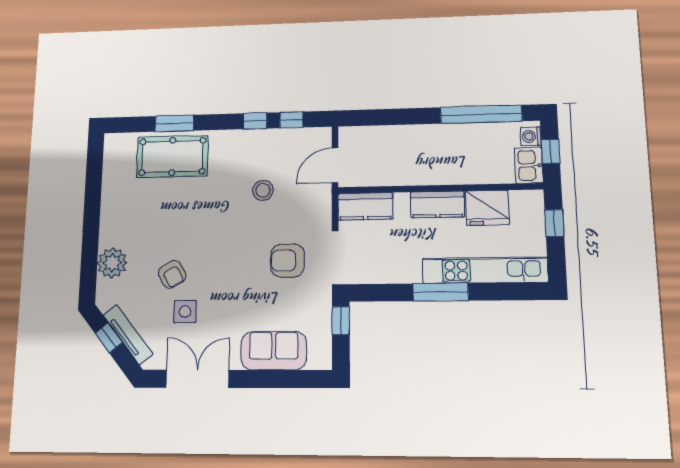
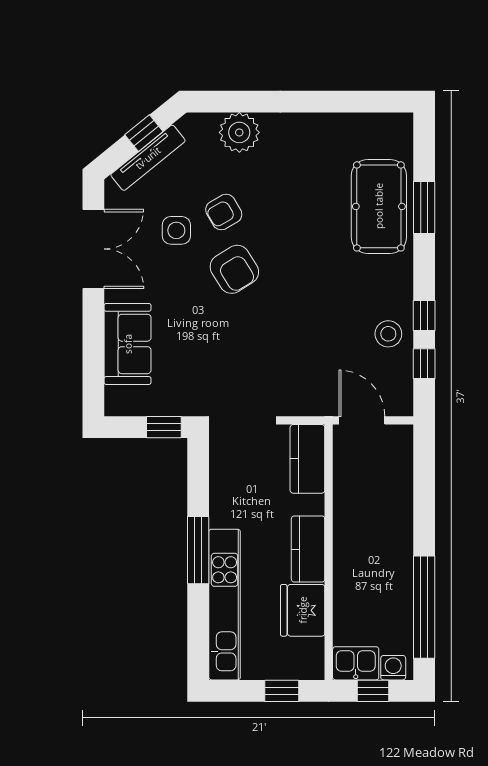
stool: (263, 190) -> (388, 334), moved
armchair: (288, 261) -> (234, 269), moved, turned 148

